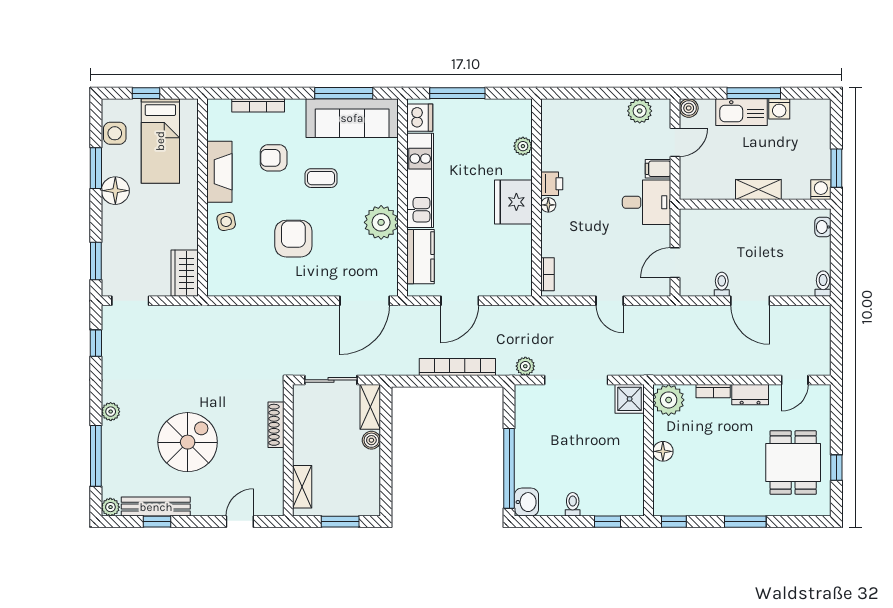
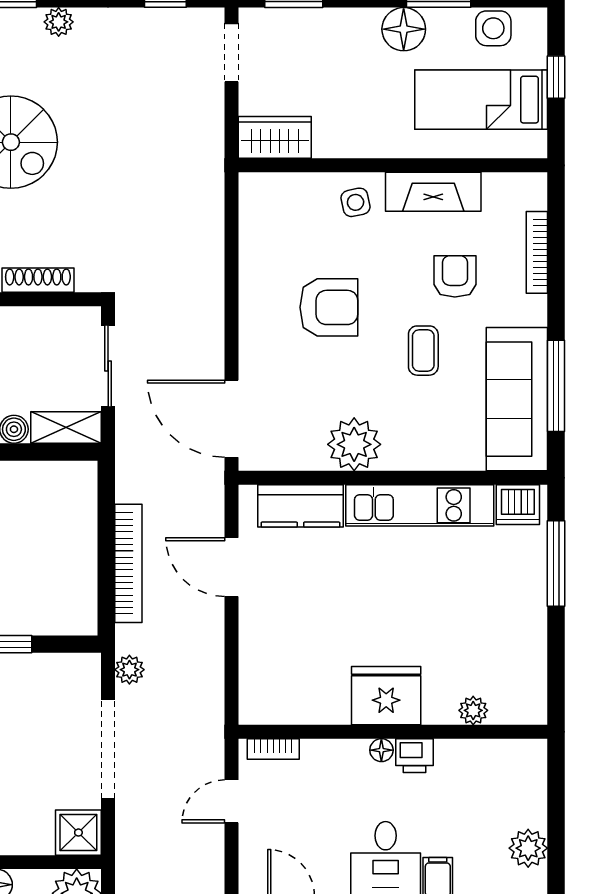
plant: (523, 146) -> (473, 710), moved
printer: (552, 184) -> (414, 756), moved
wall: (536, 198) -> (393, 732), moved
fridge: (513, 202) -> (386, 696), moved
floor lamp: (548, 205) -> (381, 750), moved
bookcase: (548, 274) -> (273, 749), moved

